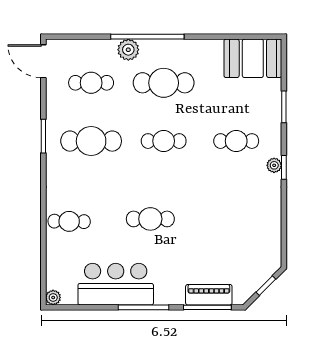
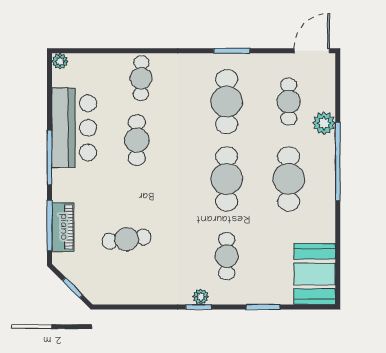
plant: (128, 50) -> (324, 123), moved
cafe table: (164, 141) -> (227, 179), width x1.37, depth x1.35
cafe table: (150, 219) -> (137, 140), moved
cafe table: (220, 235) -> (127, 239), added

